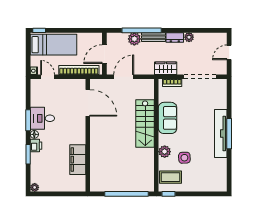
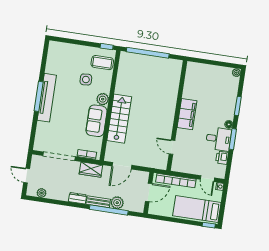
plant: (189, 37) -> (42, 193), moved
door: (229, 52) -> (27, 176), swing flipped
door: (124, 77) -> (122, 166), moved
door: (88, 103) -> (172, 147), width x0.53
printer: (36, 146) -> (222, 158), moved
plant: (165, 152) -> (103, 99), moved
filing cabinet: (78, 160) -> (187, 114), moved

